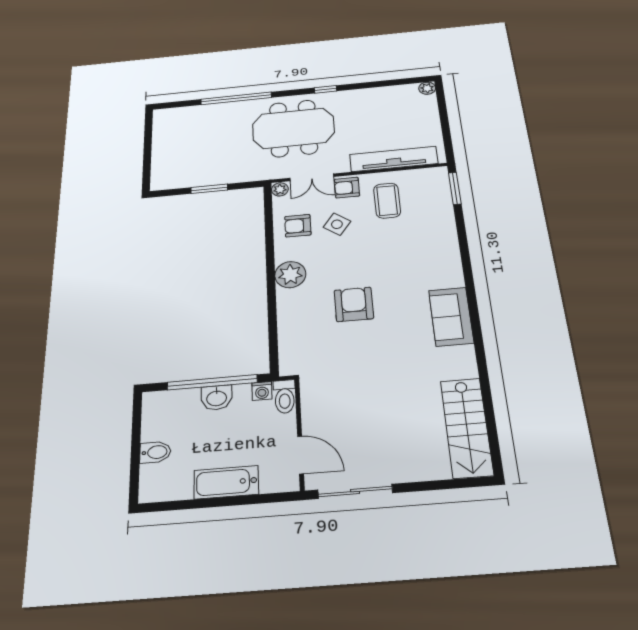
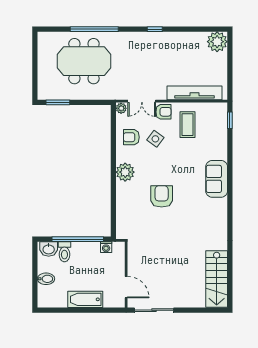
plant: (427, 88) -> (217, 42), width x1.87, depth x1.87
meeting table: (293, 128) -> (84, 61), moved
armchair: (347, 188) -> (163, 112), turned 180
window: (455, 188) -> (230, 120), width x0.67
window: (209, 189) -> (58, 102), moved
sofa: (451, 317) -> (217, 179), moved
toilet: (285, 397) -> (64, 252), moved
washbasin: (217, 398) -> (49, 249), moved

